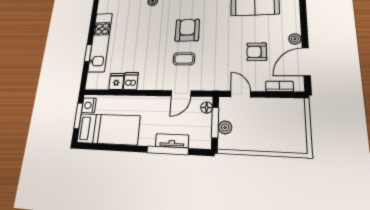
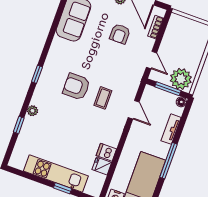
door: (241, 94) -> (151, 60), swing flipped
floor lamp: (207, 108) -> (181, 102), moved
plant: (225, 127) -> (181, 79), width x1.87, depth x1.87
window: (167, 150) -> (168, 161), moved

